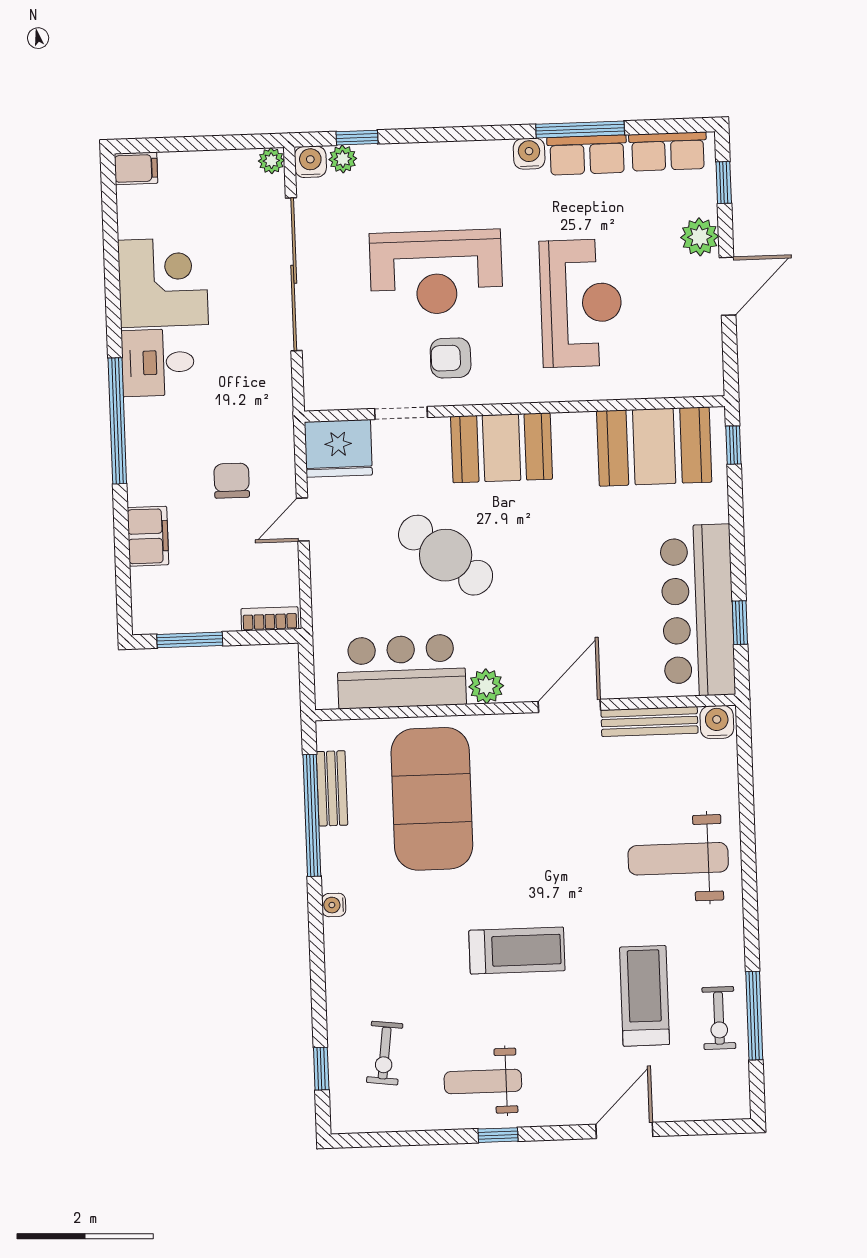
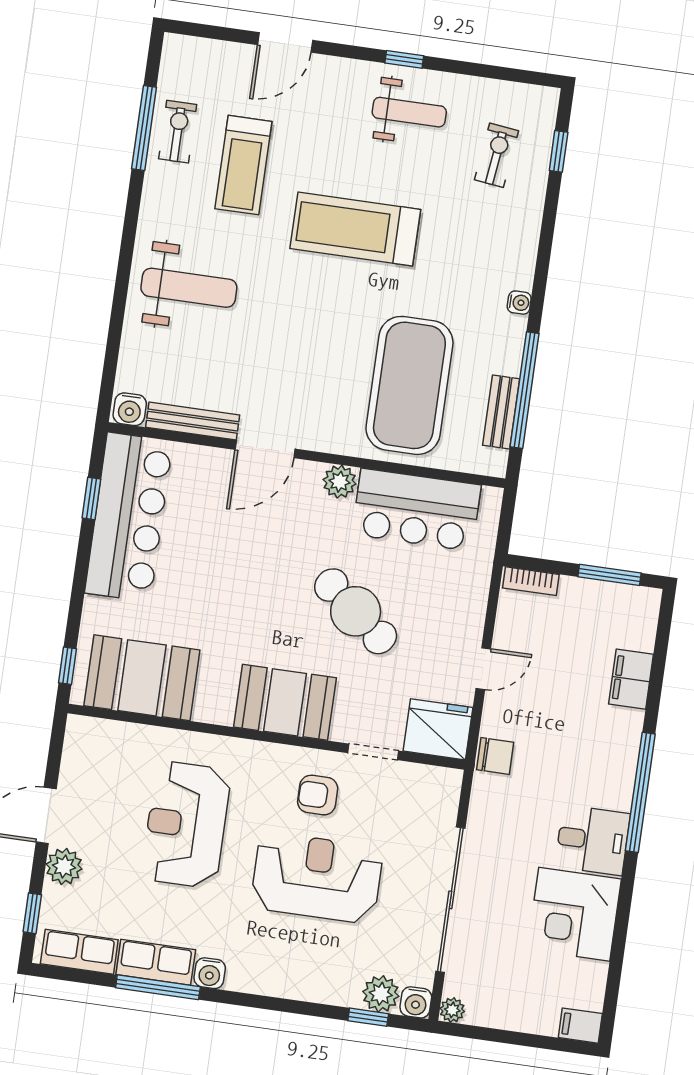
plant: (343, 159) -> (381, 994), width x1.38, depth x1.38
armchair: (451, 358) -> (318, 795), turned 180
chair: (232, 481) -> (495, 756), moved, turned -90
treadmill: (517, 951) -> (355, 229), width x1.37, depth x1.38

